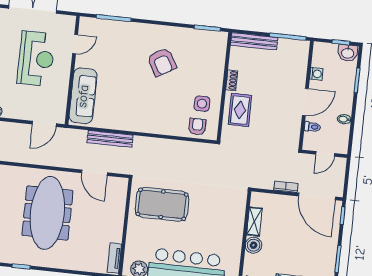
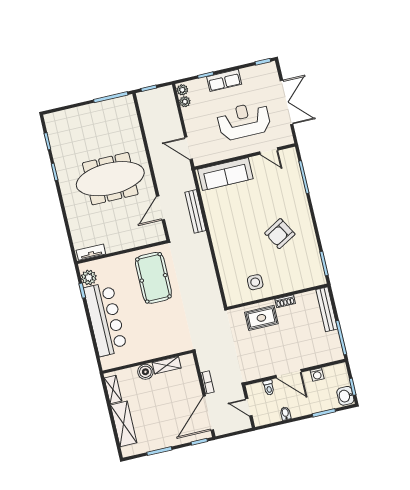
reception desk: (36, 59) -> (244, 121), turned 180
armchair: (197, 127) -> (233, 285), removed

